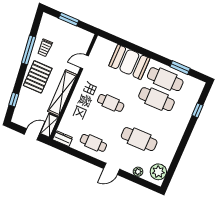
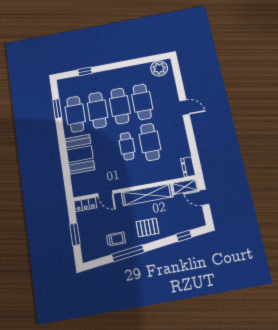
locker: (86, 41) -> (85, 205), added
pallet: (38, 77) -> (147, 227), width x0.67, depth x0.71
cafe table: (148, 119) -> (120, 106), added
cafe table: (93, 143) -> (150, 142), moved, width x1.37, depth x1.35
plant: (138, 172) -> (171, 85), removed

